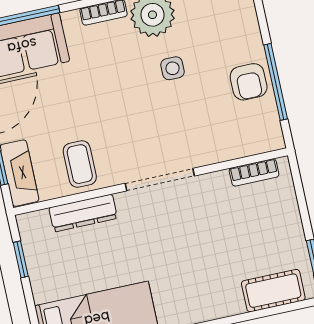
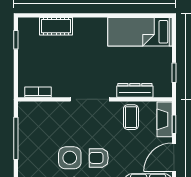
side table: (173, 68) -> (70, 158), width x1.87, depth x1.87
armchair: (249, 82) -> (99, 158), moved, turned -90
cot: (273, 291) -> (56, 26), moved

